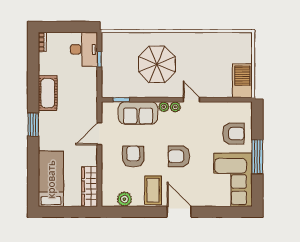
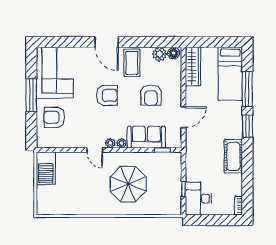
window: (33, 163) -> (247, 89), added
floor lamp: (110, 200) -> (174, 53), added

